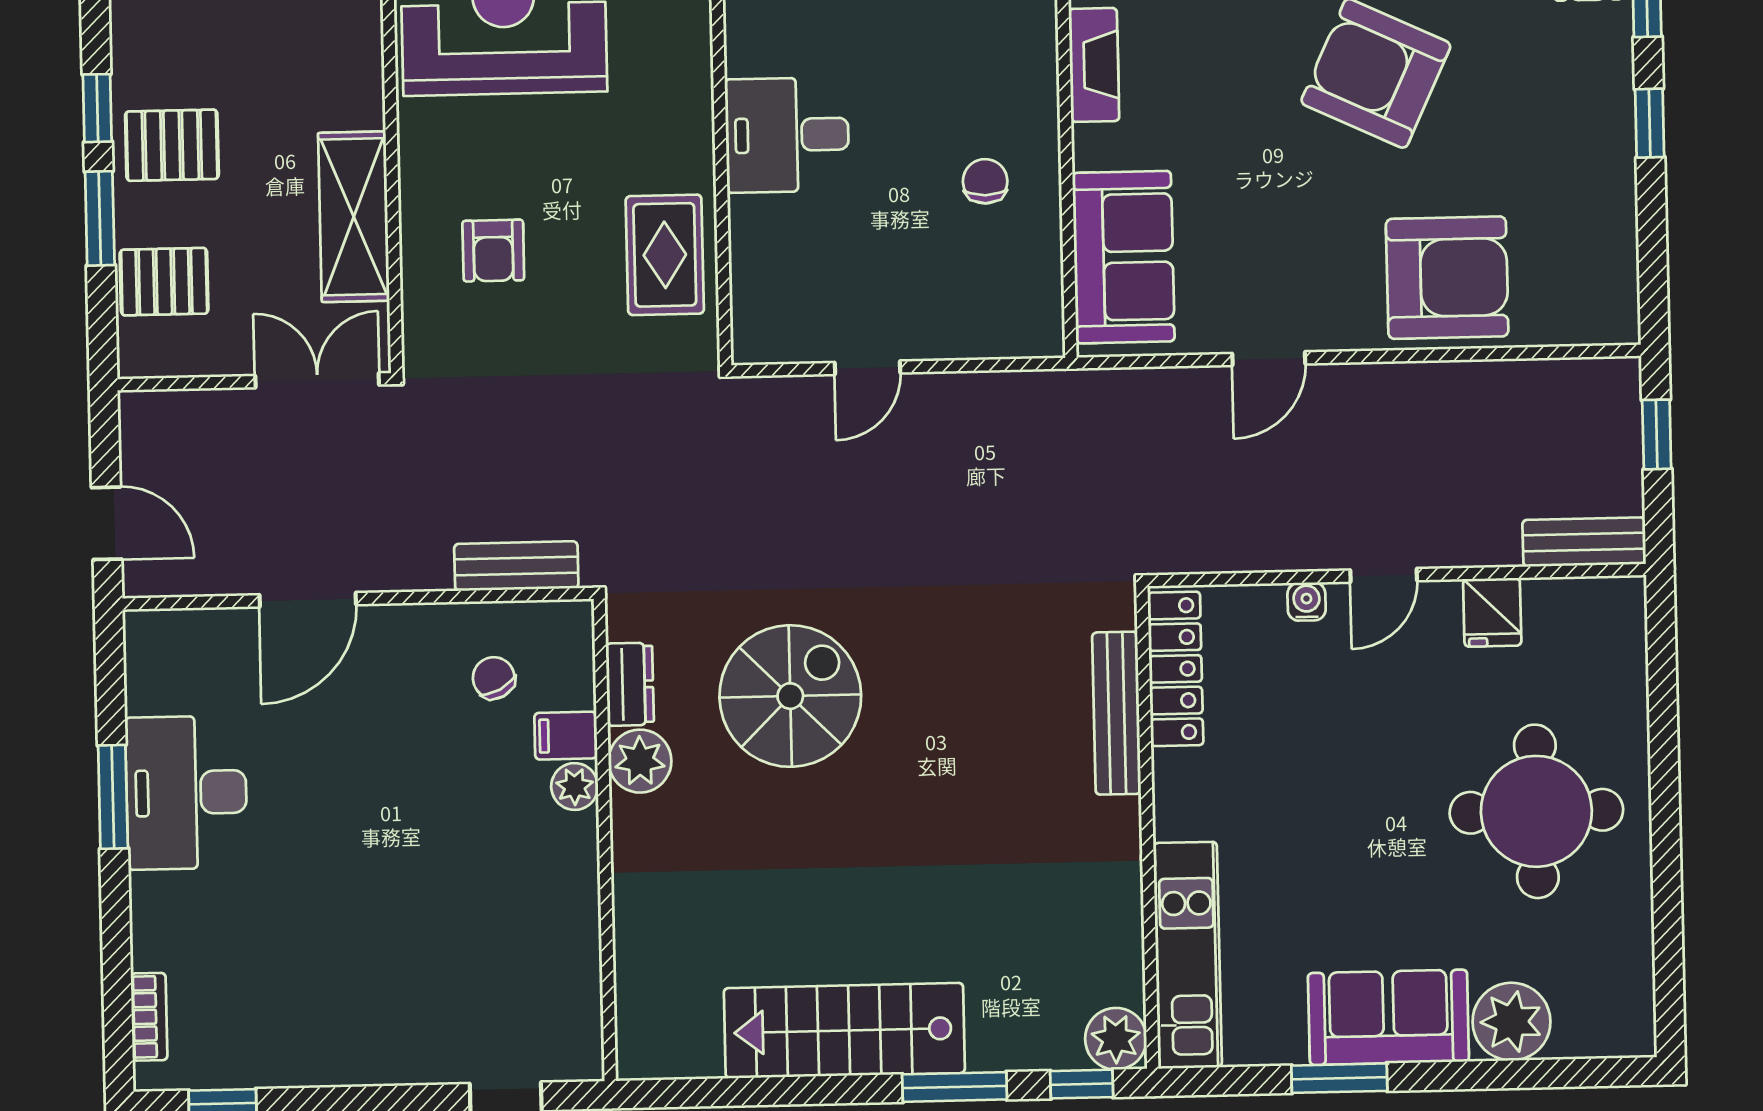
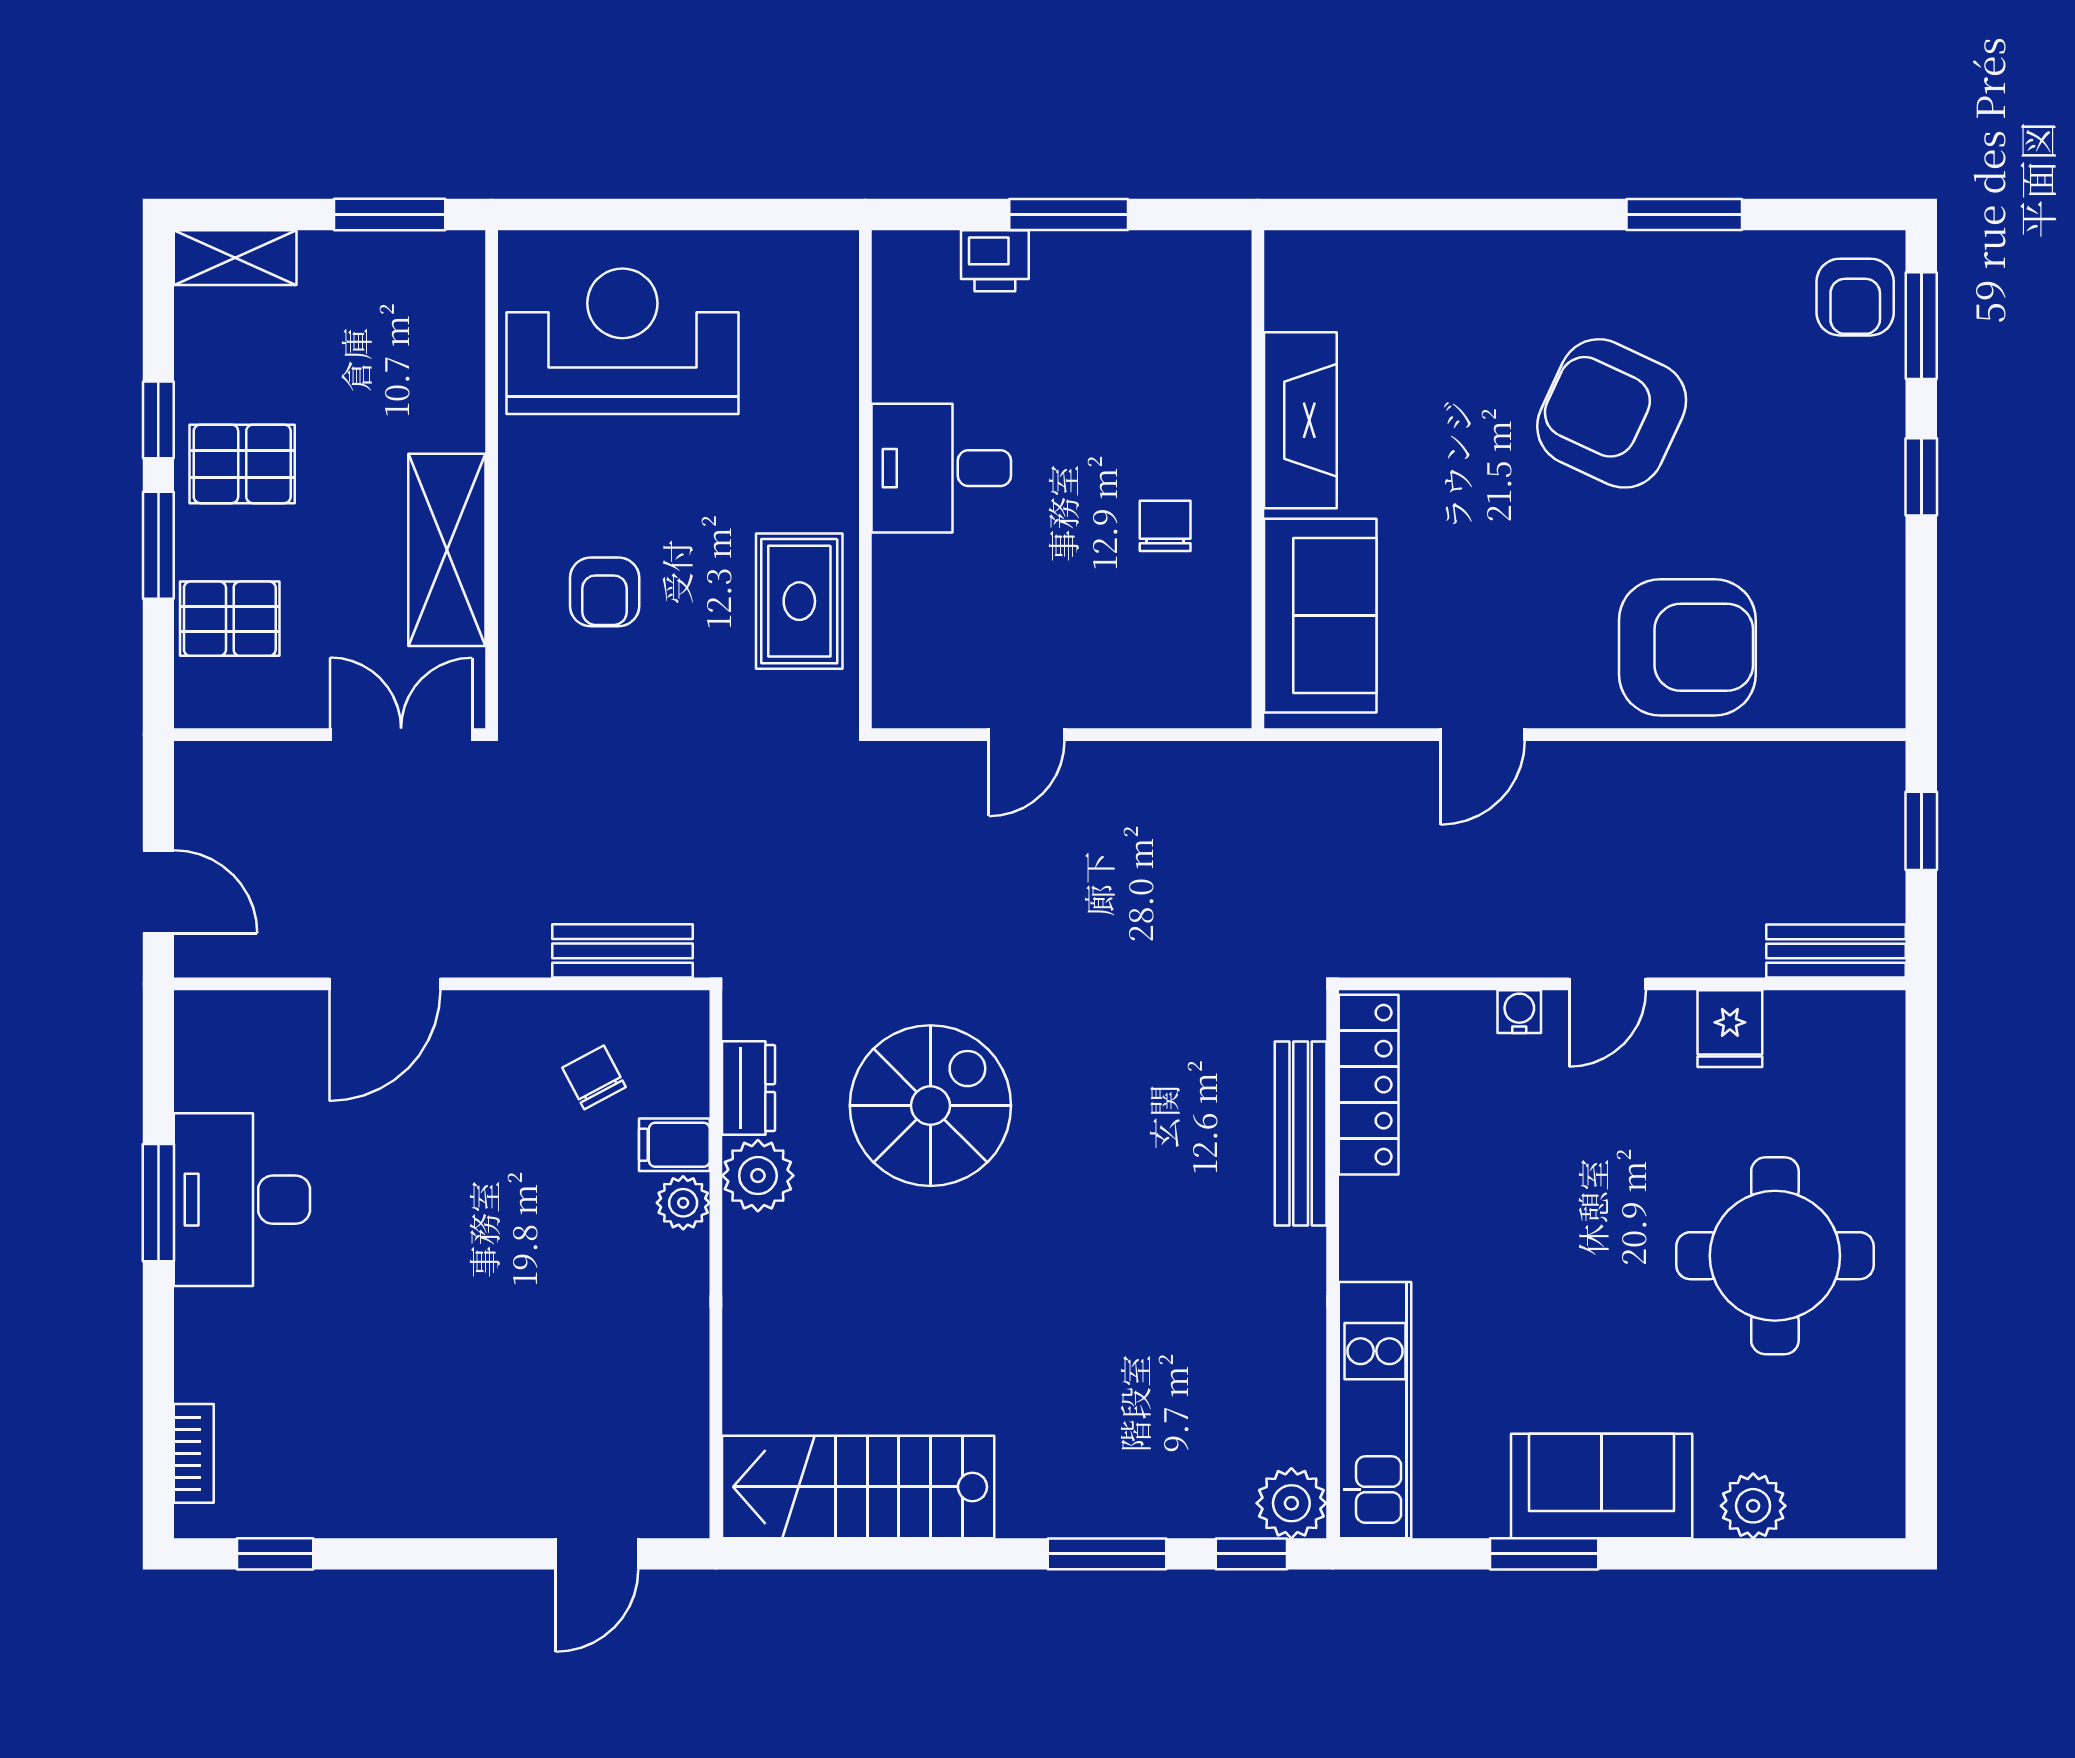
fireplace: (1094, 65) -> (1300, 420), width x1.37, depth x1.32
plant: (1512, 1022) -> (1753, 1506), width x0.73, depth x0.73
stairs: (844, 1031) -> (858, 1487), moved

